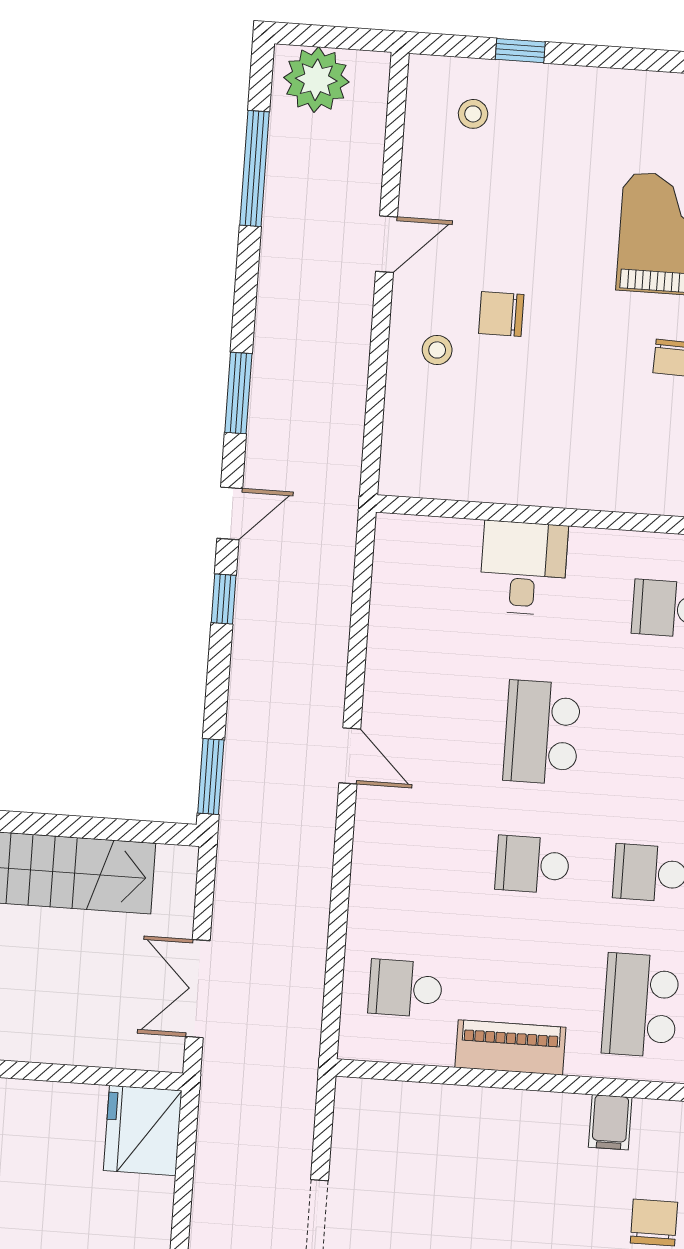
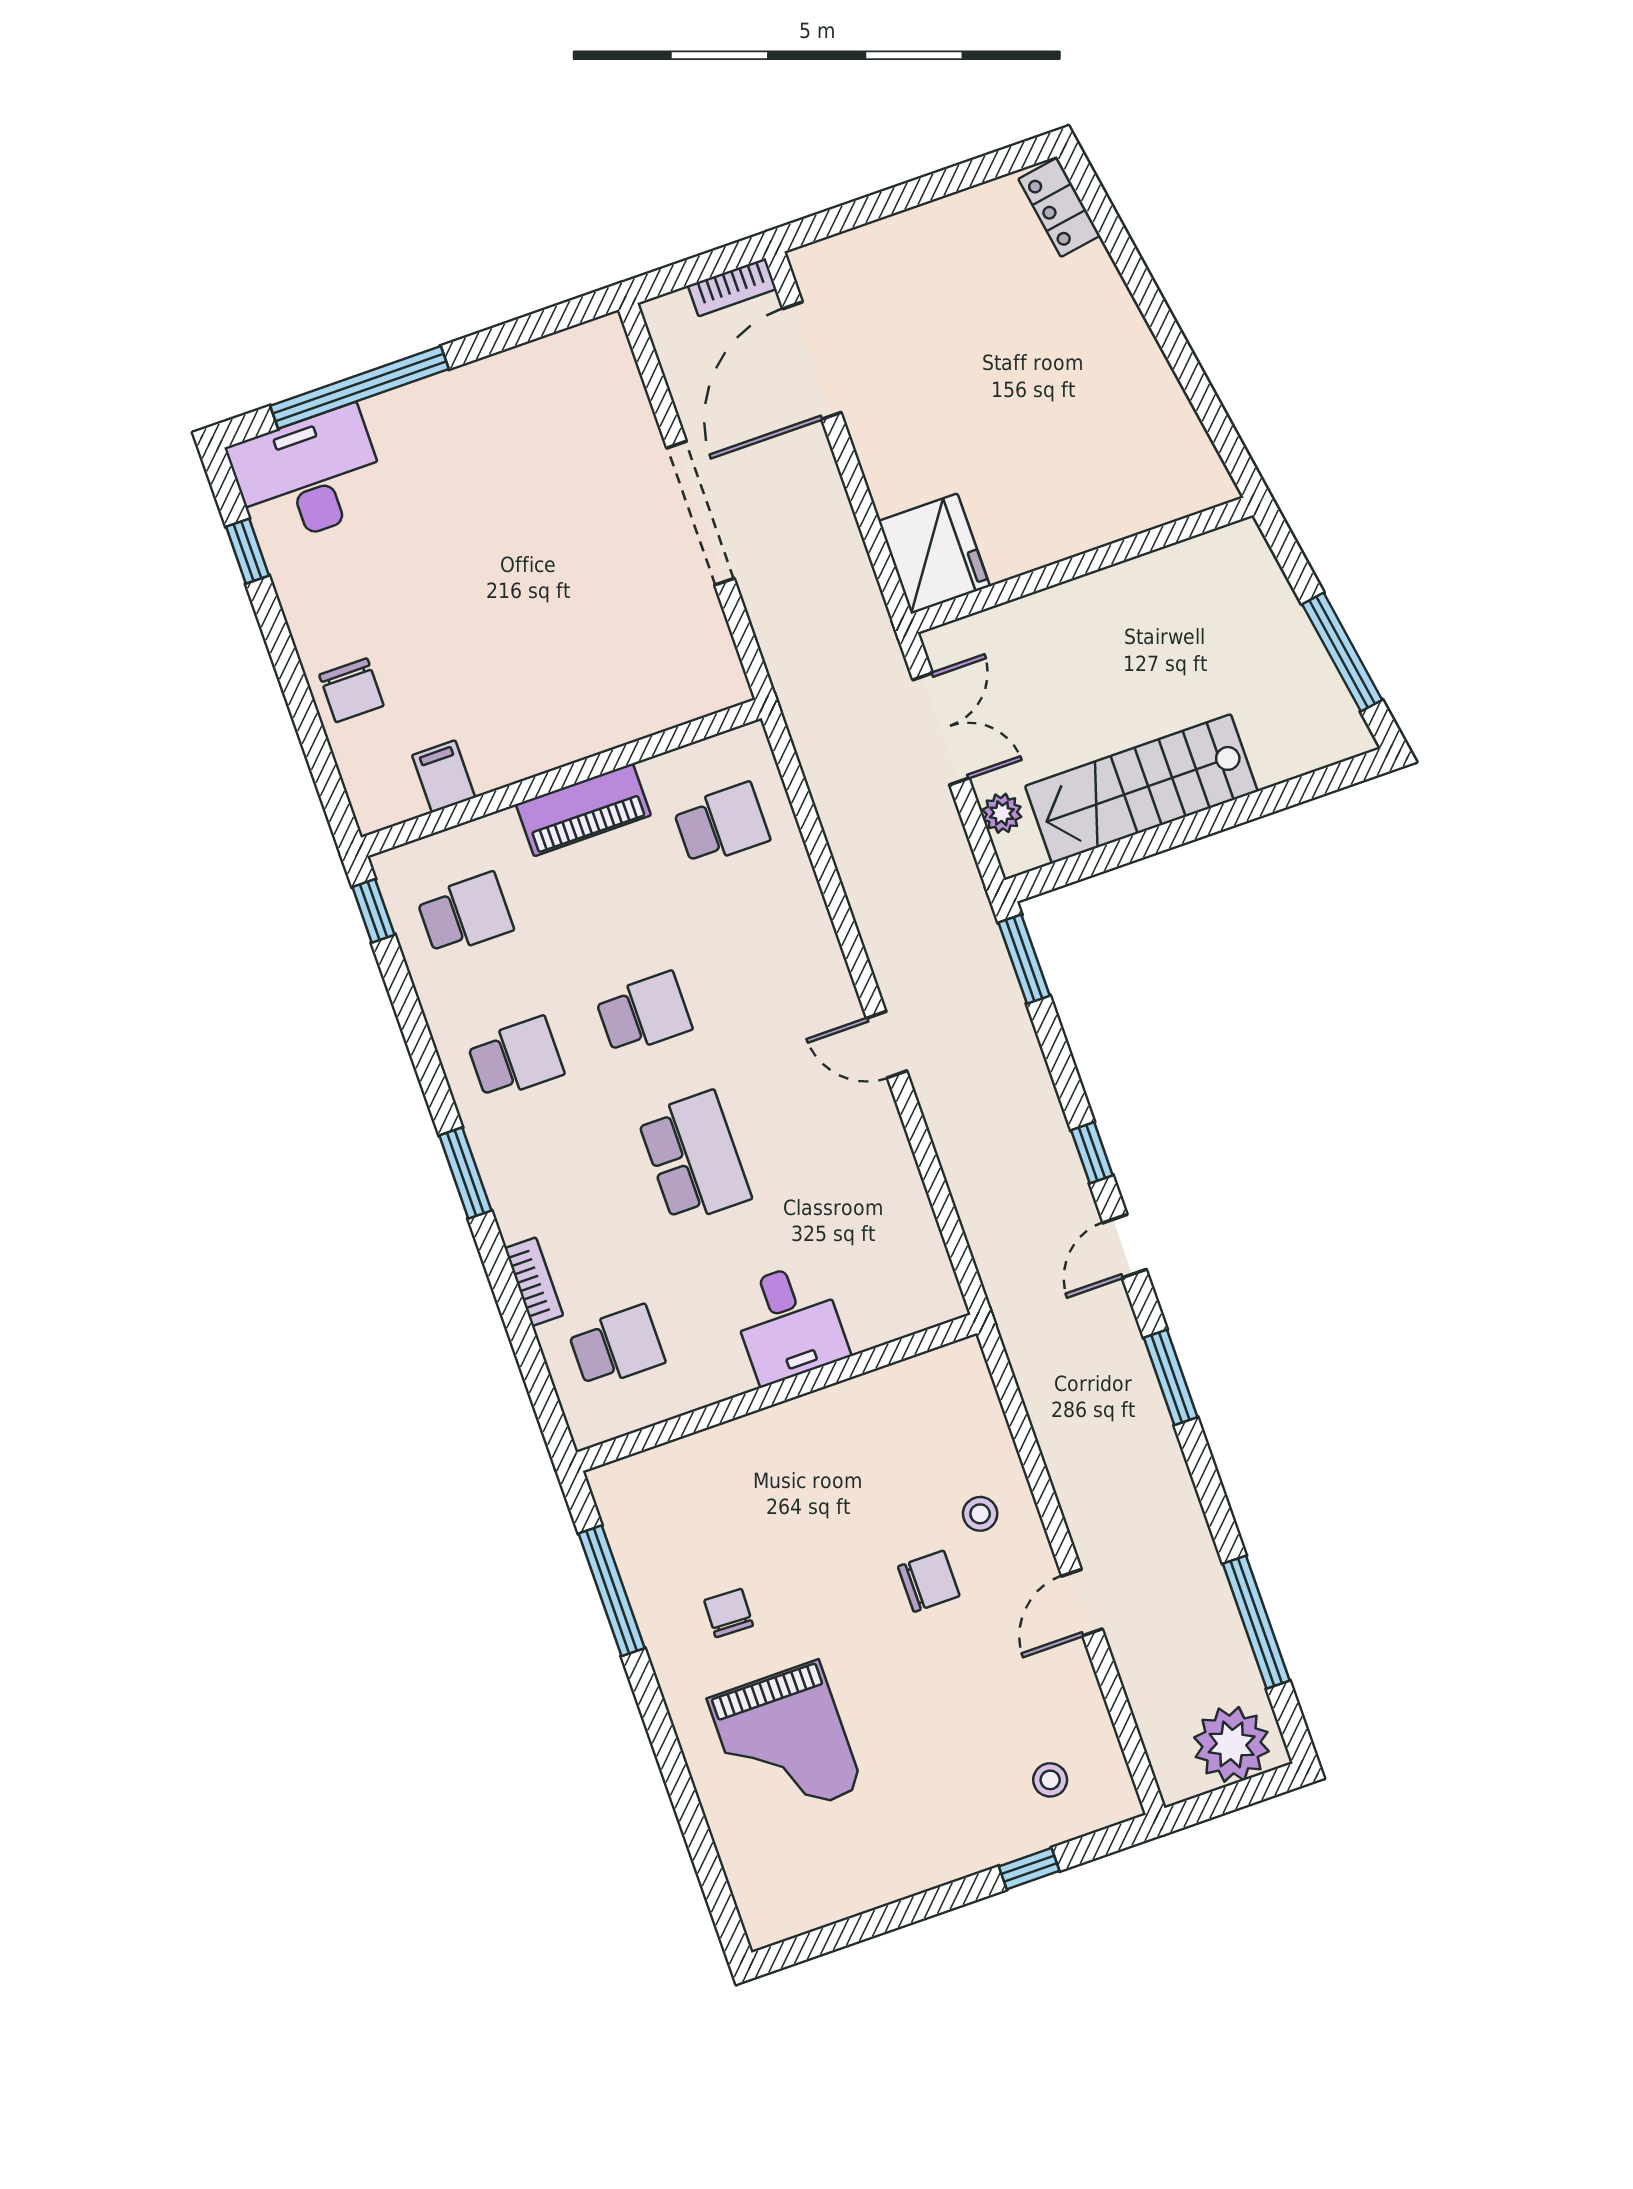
plant: (178, 900) -> (1002, 813), added
school desk: (641, 1005) -> (465, 914), width x0.54

